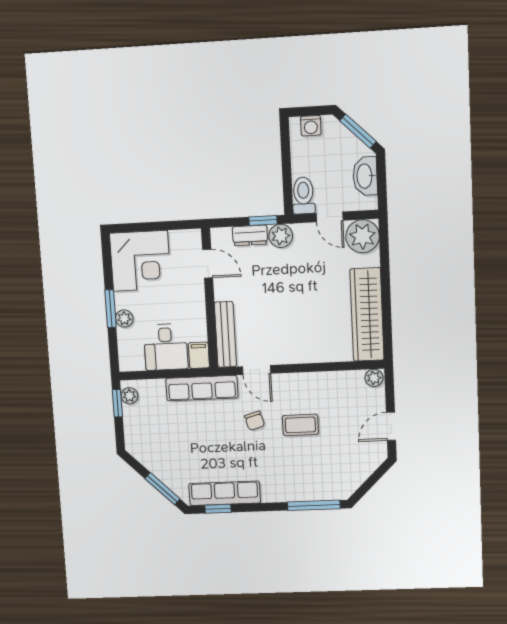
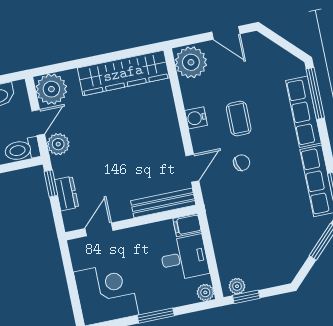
plant: (281, 236) -> (58, 144), moved
plant: (124, 318) -> (205, 292), moved
plant: (374, 378) -> (191, 62), width x1.88, depth x1.88
water cooler: (308, 382) -> (196, 118), added
row of seats: (202, 388) -> (303, 112), moved, turned 180

